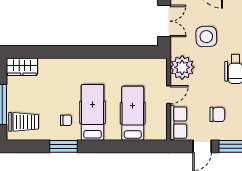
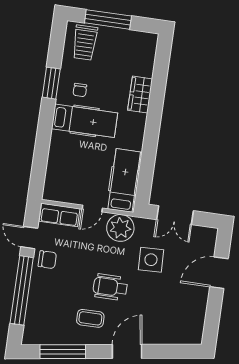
wardrobe: (22, 67) -> (140, 95), moved
door: (169, 95) -> (92, 209), hinge flipped
hospital bed: (133, 113) -> (124, 180), moved, turned -90
chair: (217, 114) -> (47, 260), moved, turned -90

